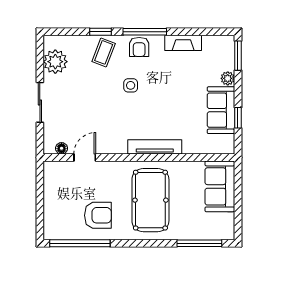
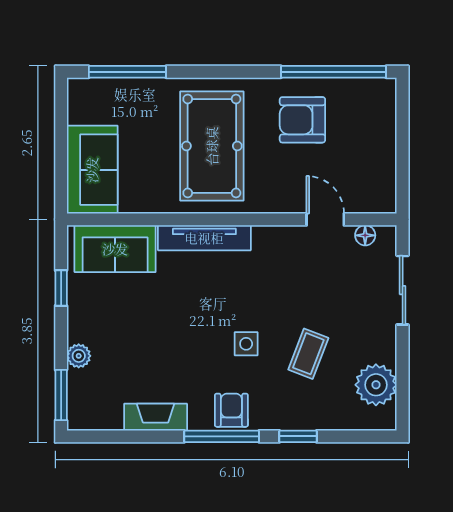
coffee table: (104, 52) -> (308, 354), moved
sliding door: (40, 102) -> (403, 290), moved
sofa: (221, 110) -> (115, 249), moved, turned 90
door: (85, 158) -> (325, 219), swing flipped

